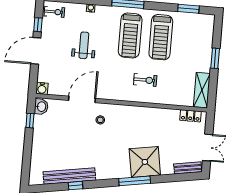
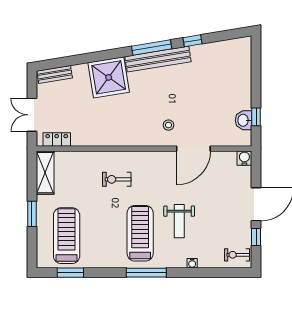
treadmill: (161, 37) -> (67, 236), moved
weight bench: (84, 45) -> (179, 221), moved
washbasin: (41, 107) -> (243, 120), moved
double door: (208, 148) -> (32, 115), moved
bench: (69, 176) -> (158, 59), moved
window: (135, 181) -> (152, 47), moved

